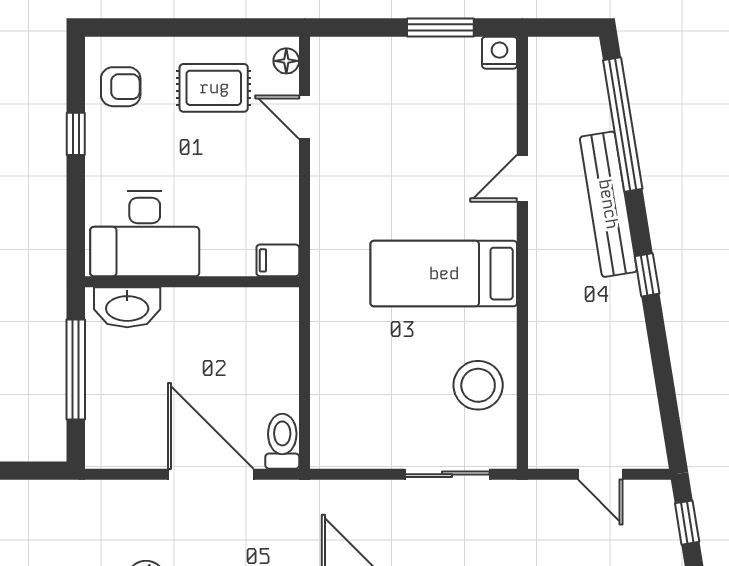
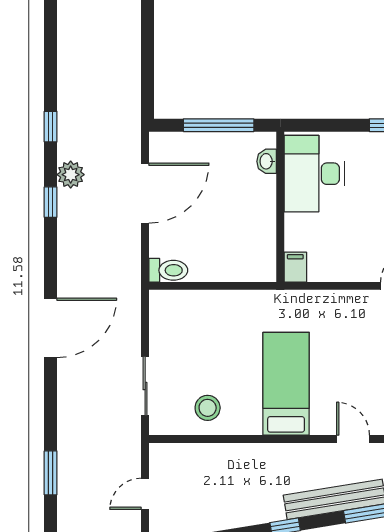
washbasin: (127, 307) -> (267, 161), width x0.52, depth x0.69
stool: (478, 385) -> (208, 408), width x0.73, depth x0.73
door: (211, 474) -> (145, 193), moved

